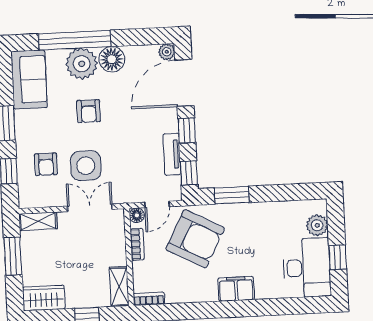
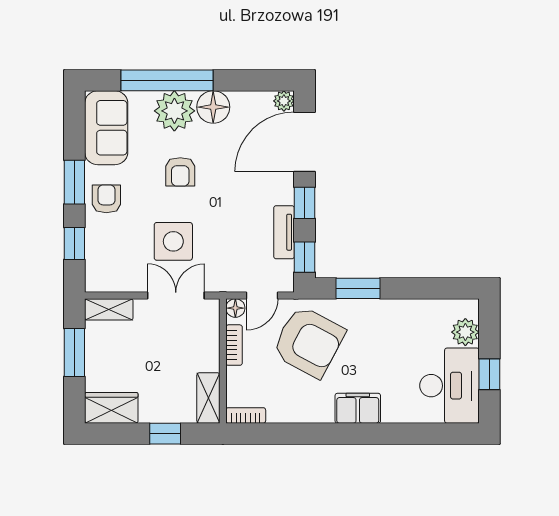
armchair: (46, 164) -> (106, 199), moved, turned 180

